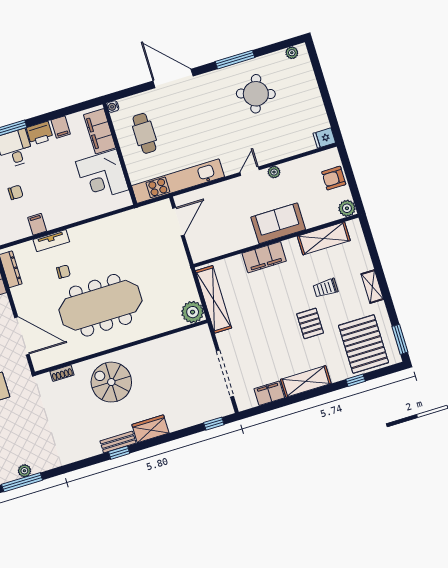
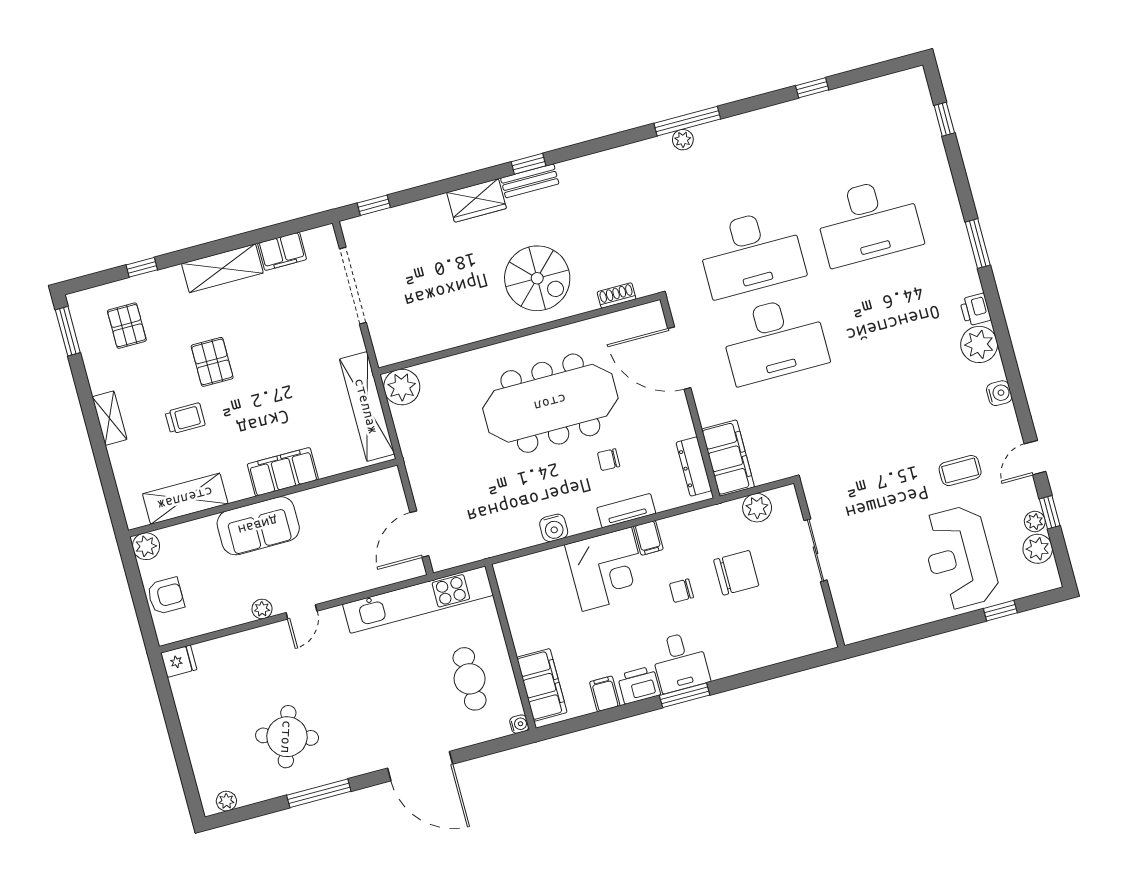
corner desk: (102, 176) -> (607, 569), moved, turned 90
water cooler: (96, 228) -> (554, 528), added
pallet: (364, 344) -> (127, 326), width x0.49, depth x0.50

